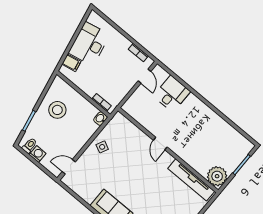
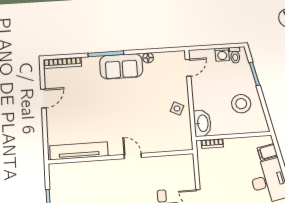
washbasin: (100, 119) -> (202, 123), width x1.91, depth x1.45
plant: (217, 176) -> (60, 174), removed
floor lamp: (89, 198) -> (148, 58), added

